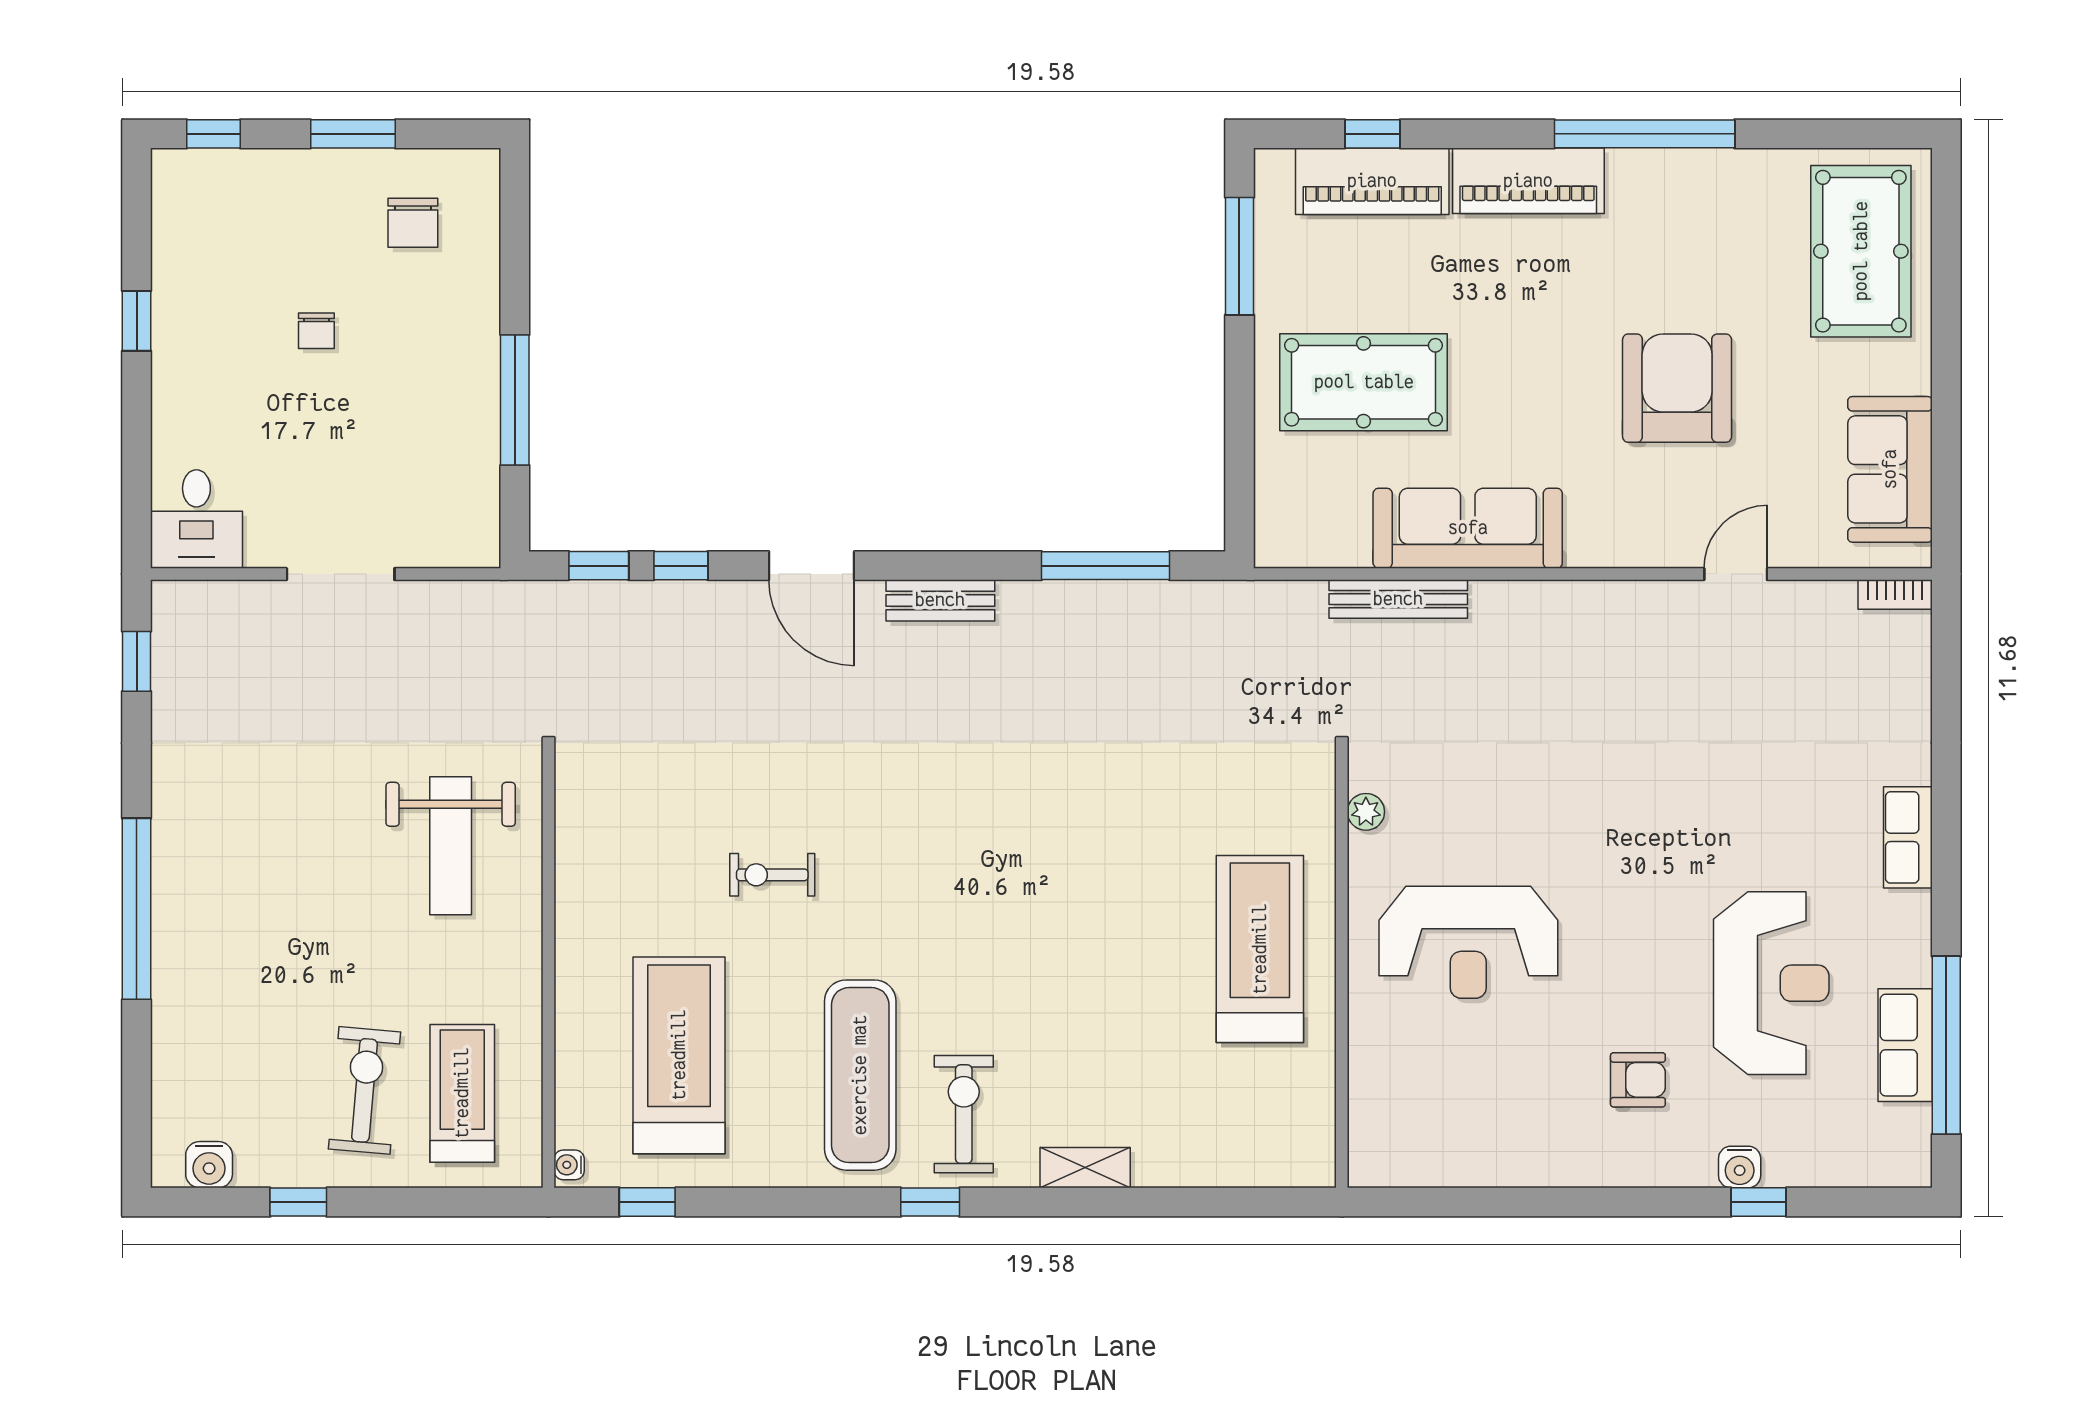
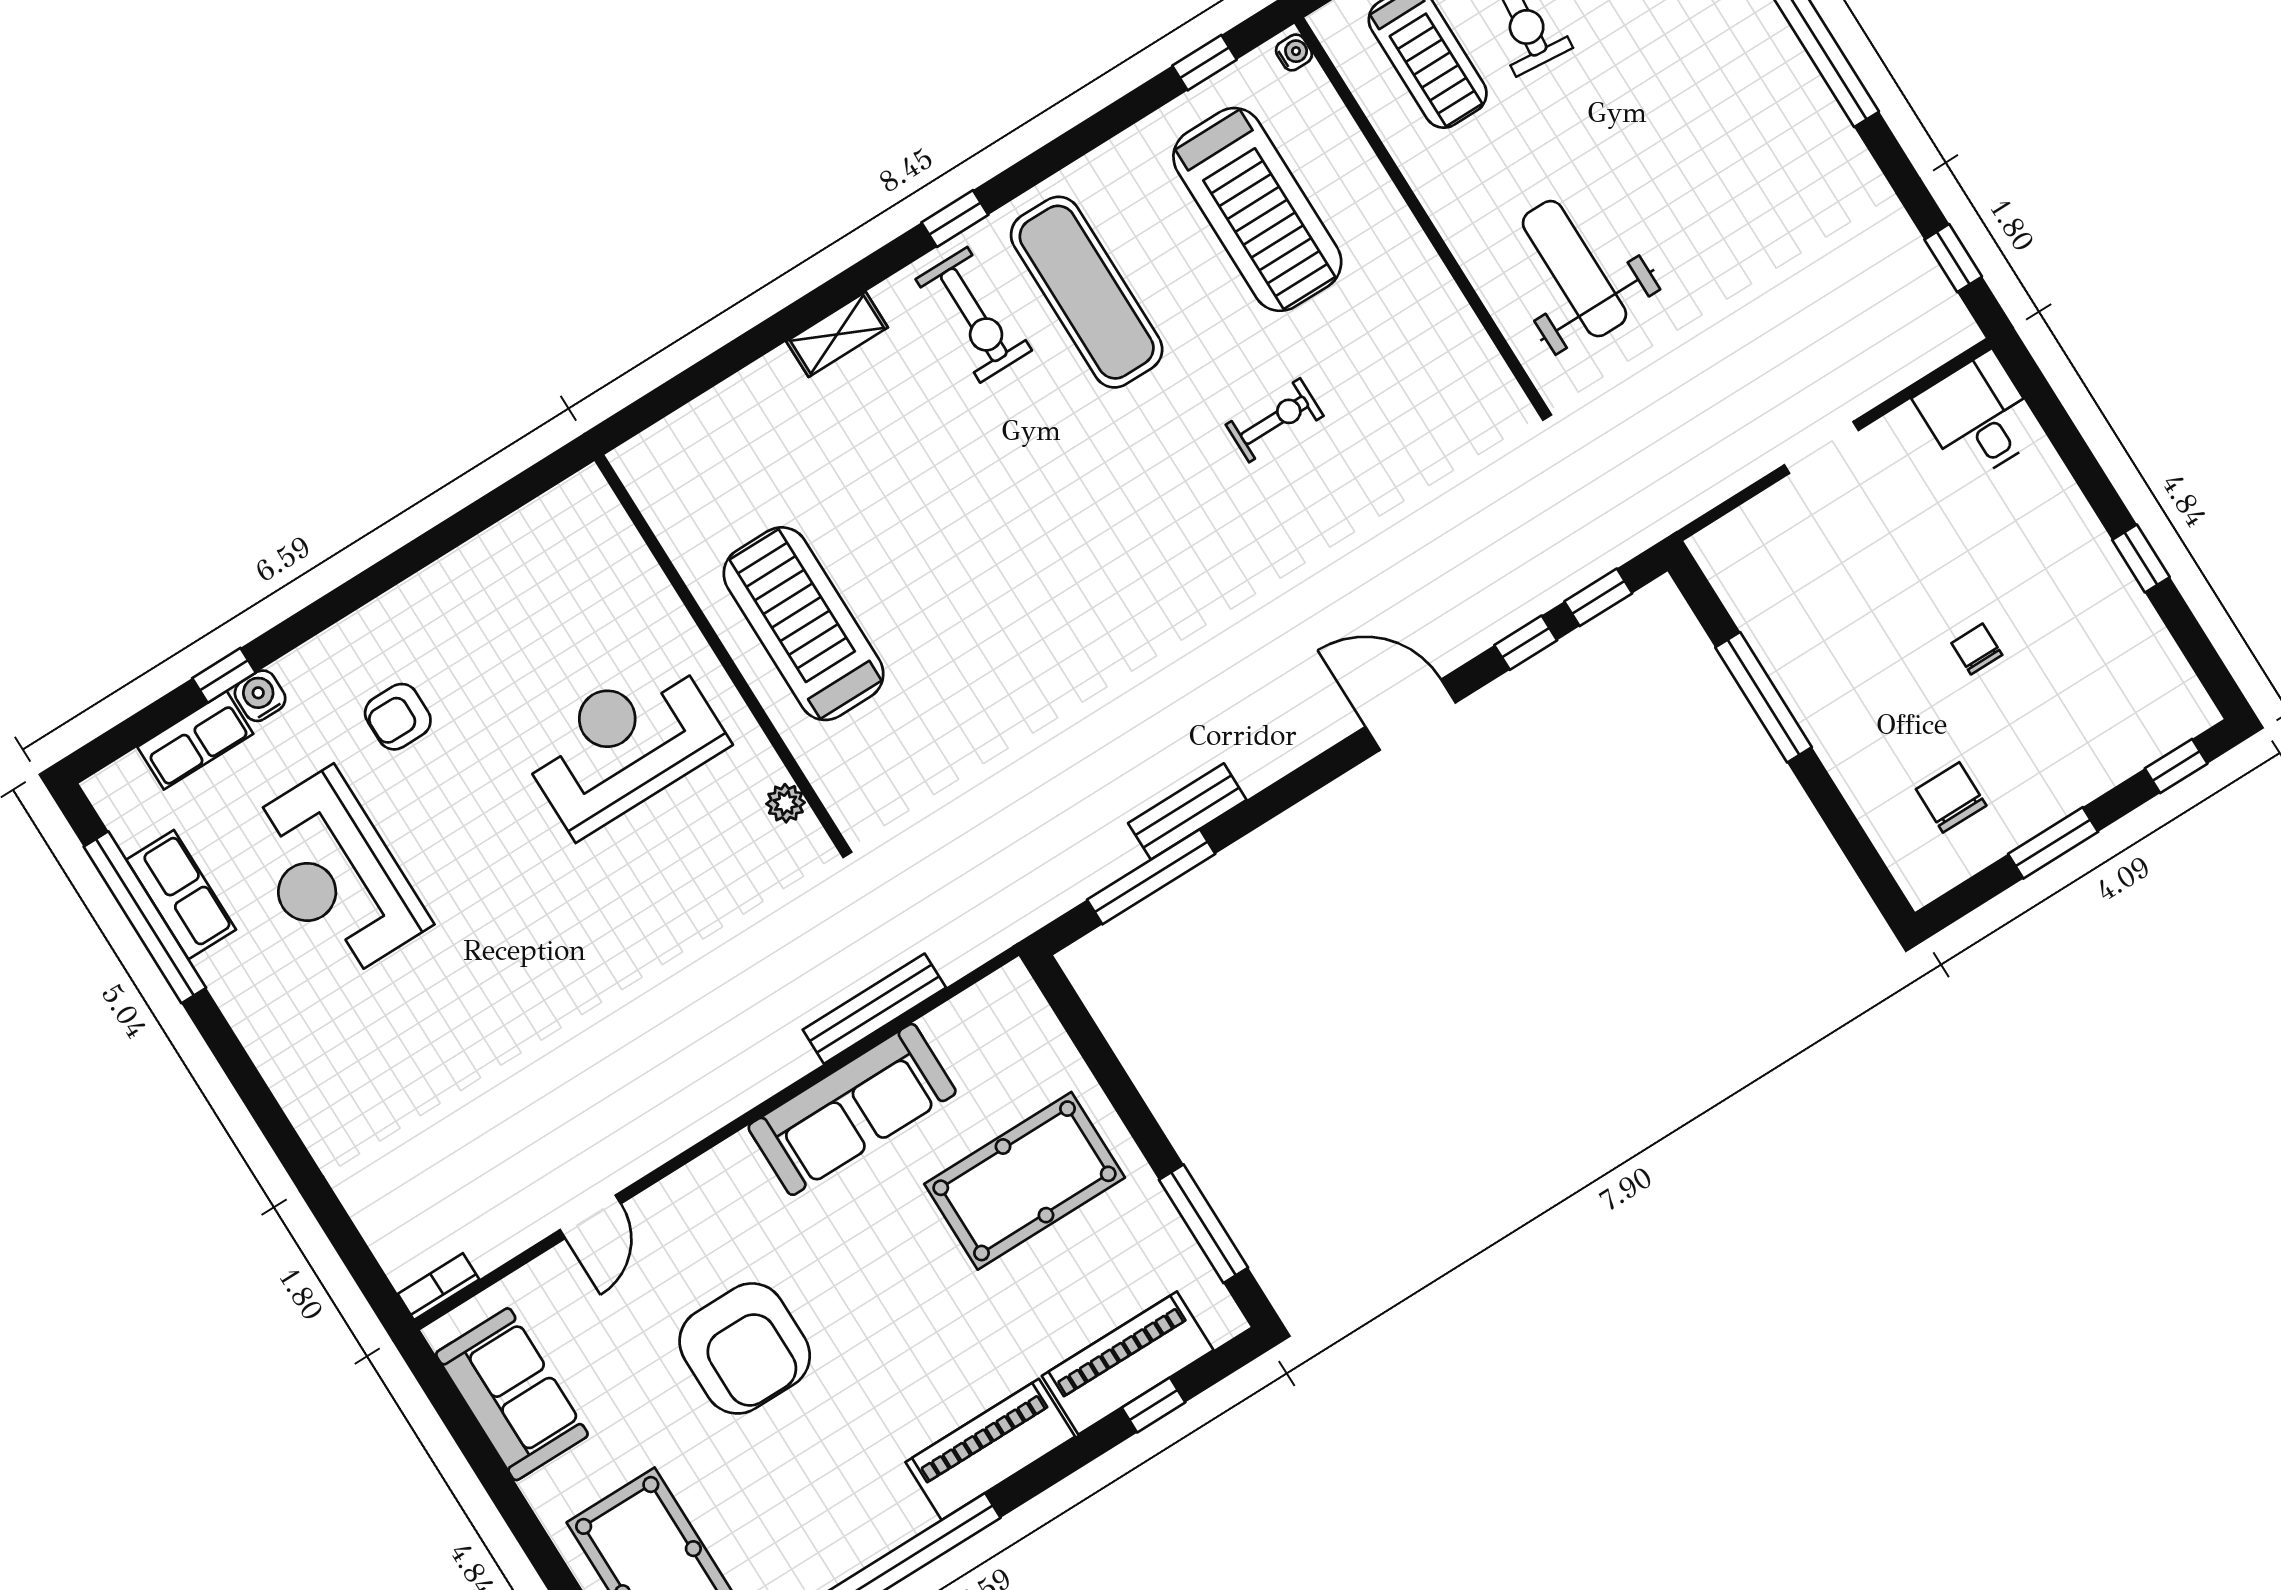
doorway: (341, 574) -> (1821, 448), width x0.73
bench: (940, 600) -> (1187, 811), moved
row of seats: (1908, 837) -> (195, 740), moved, turned 90
treadmill: (1260, 949) -> (804, 624), turned 180

